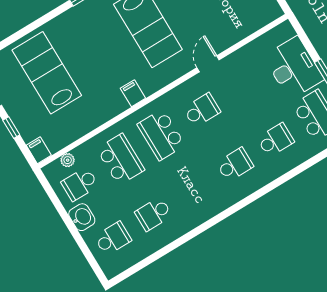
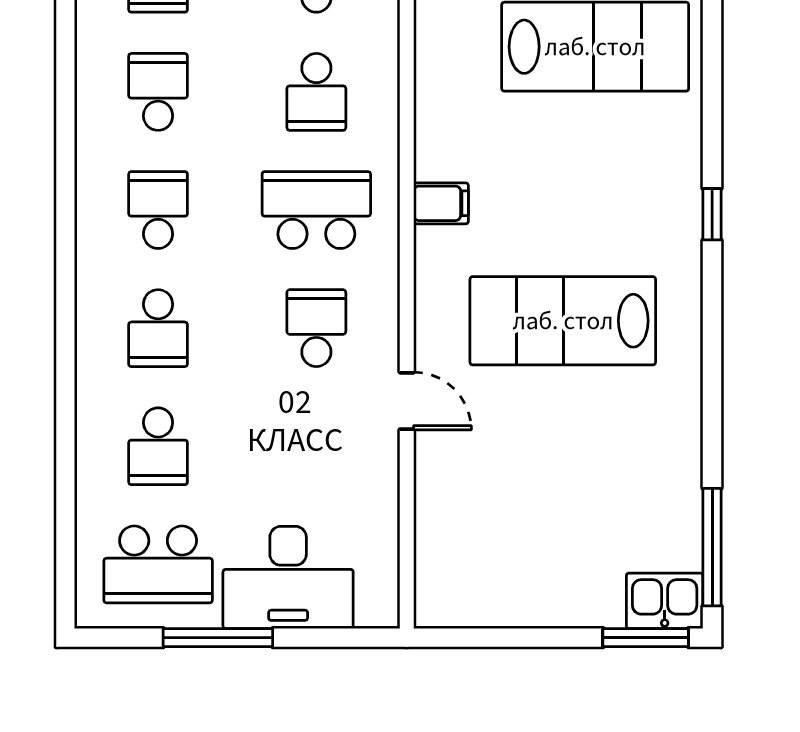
school desk: (202, 110) -> (316, 328), turned 180
school desk: (121, 159) -> (316, 92), width x0.54
school desk: (194, 189) -> (158, 210), added

